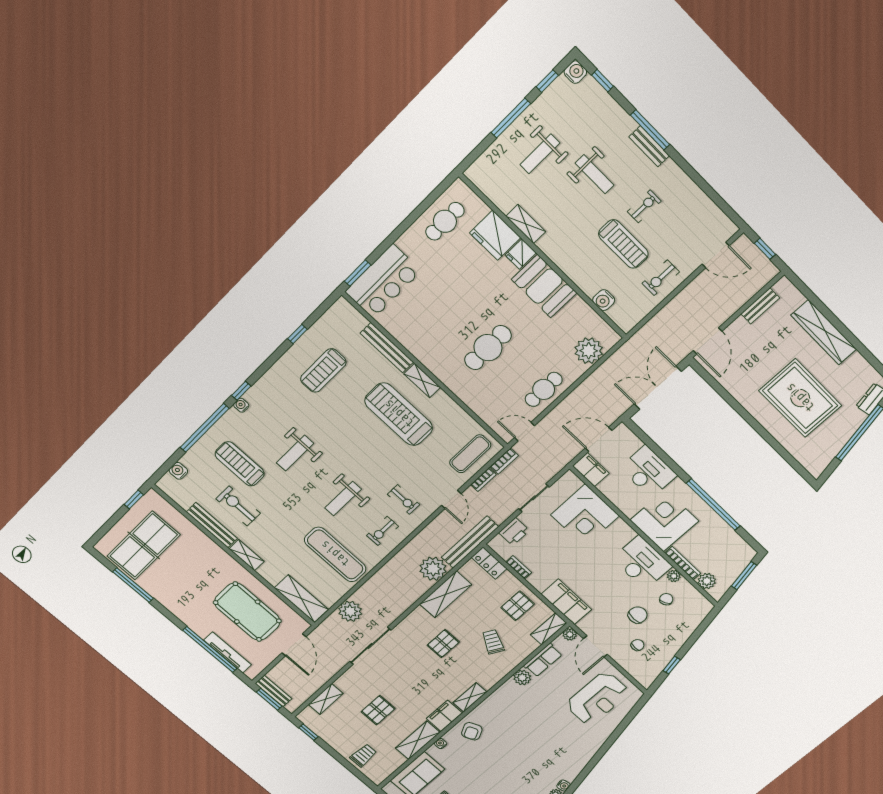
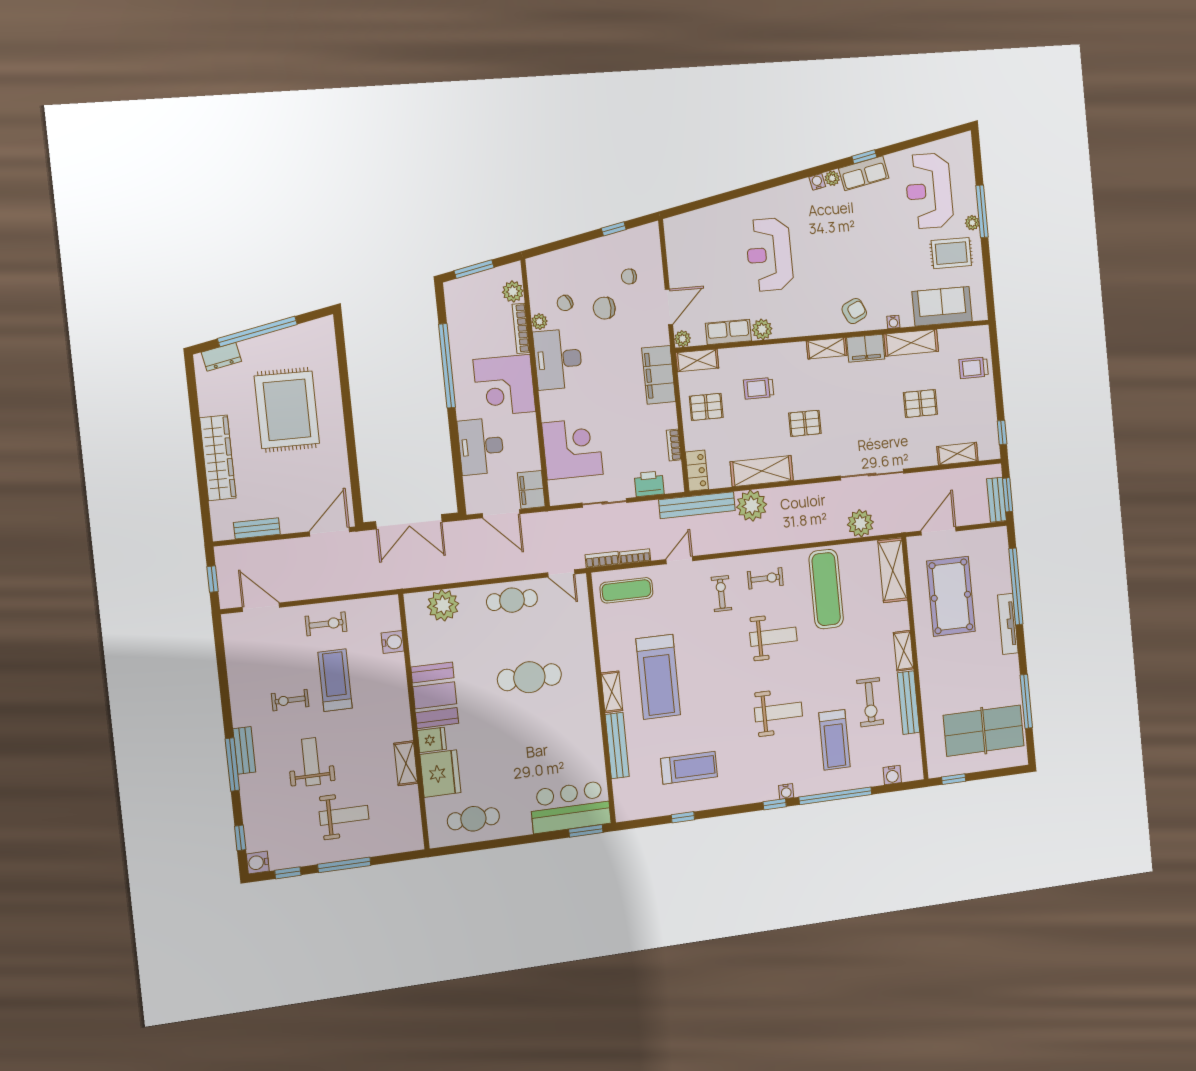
trolley: (493, 642) -> (759, 388), turned 62
tv unit: (228, 652) -> (1008, 624), moved
reception desk: (597, 698) -> (769, 255), moved, turned -90

